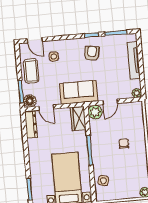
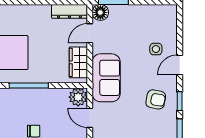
door: (35, 40) -> (180, 65), moved
coffee table: (31, 71) -> (139, 18), removed
wardrobe: (78, 118) -> (78, 62), moved, turned -90

